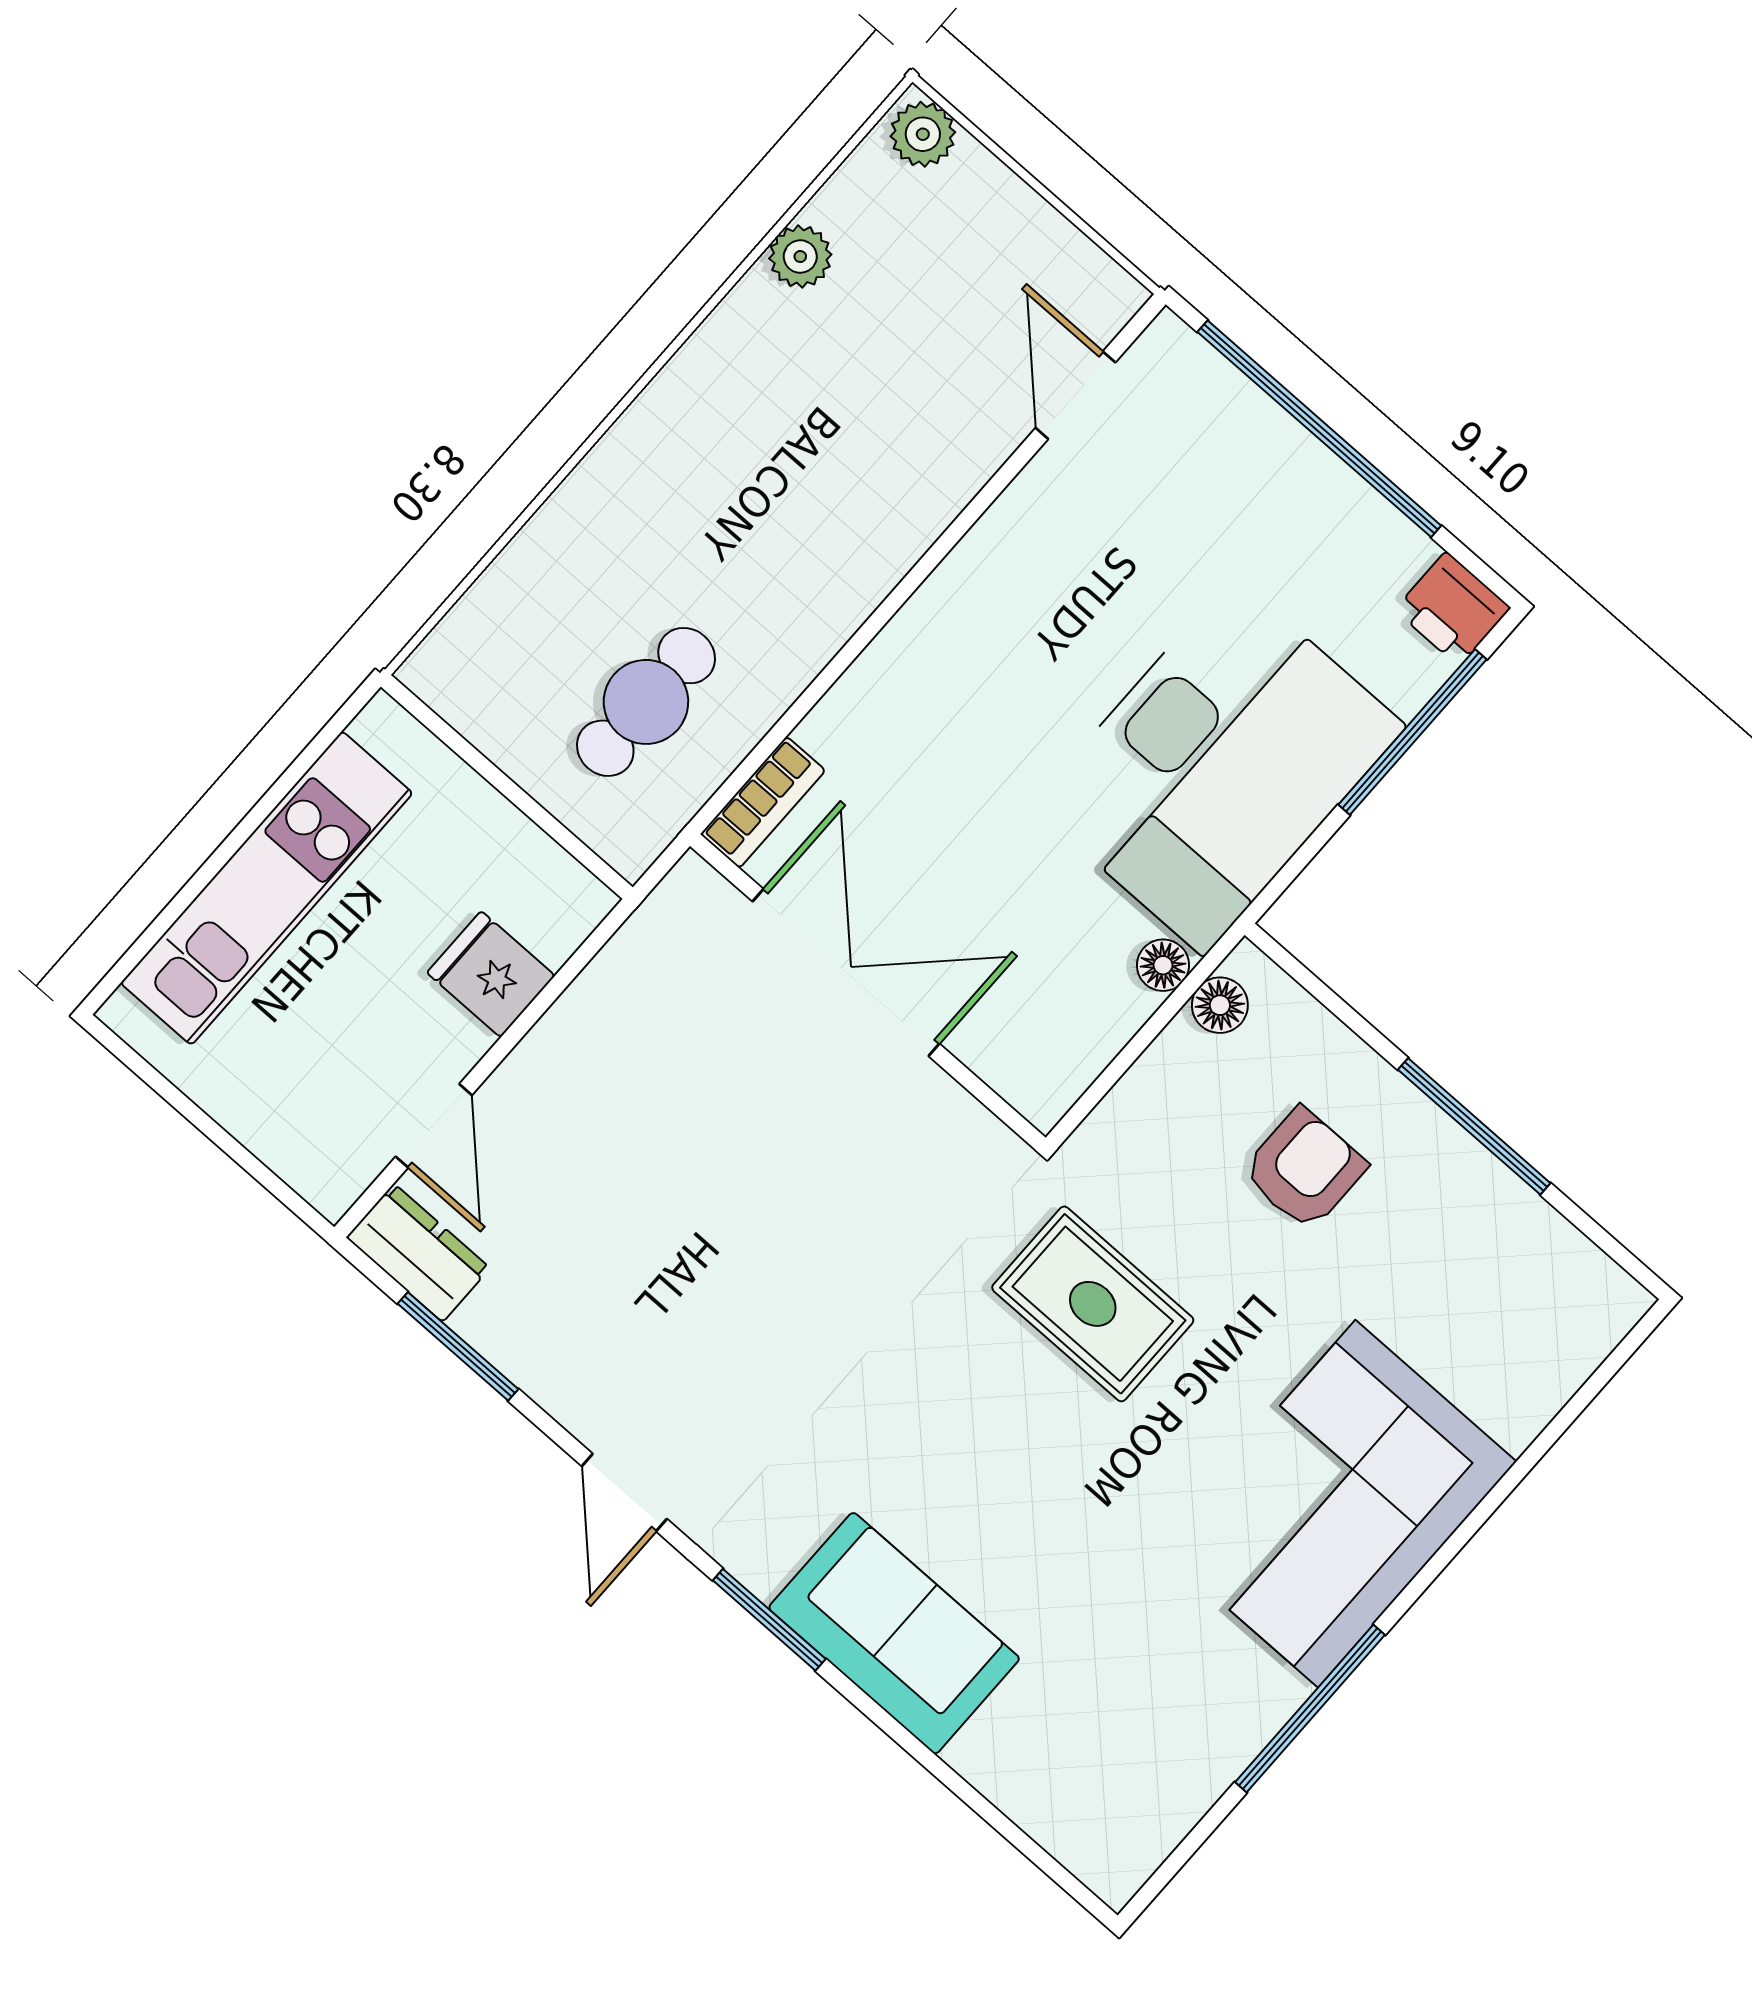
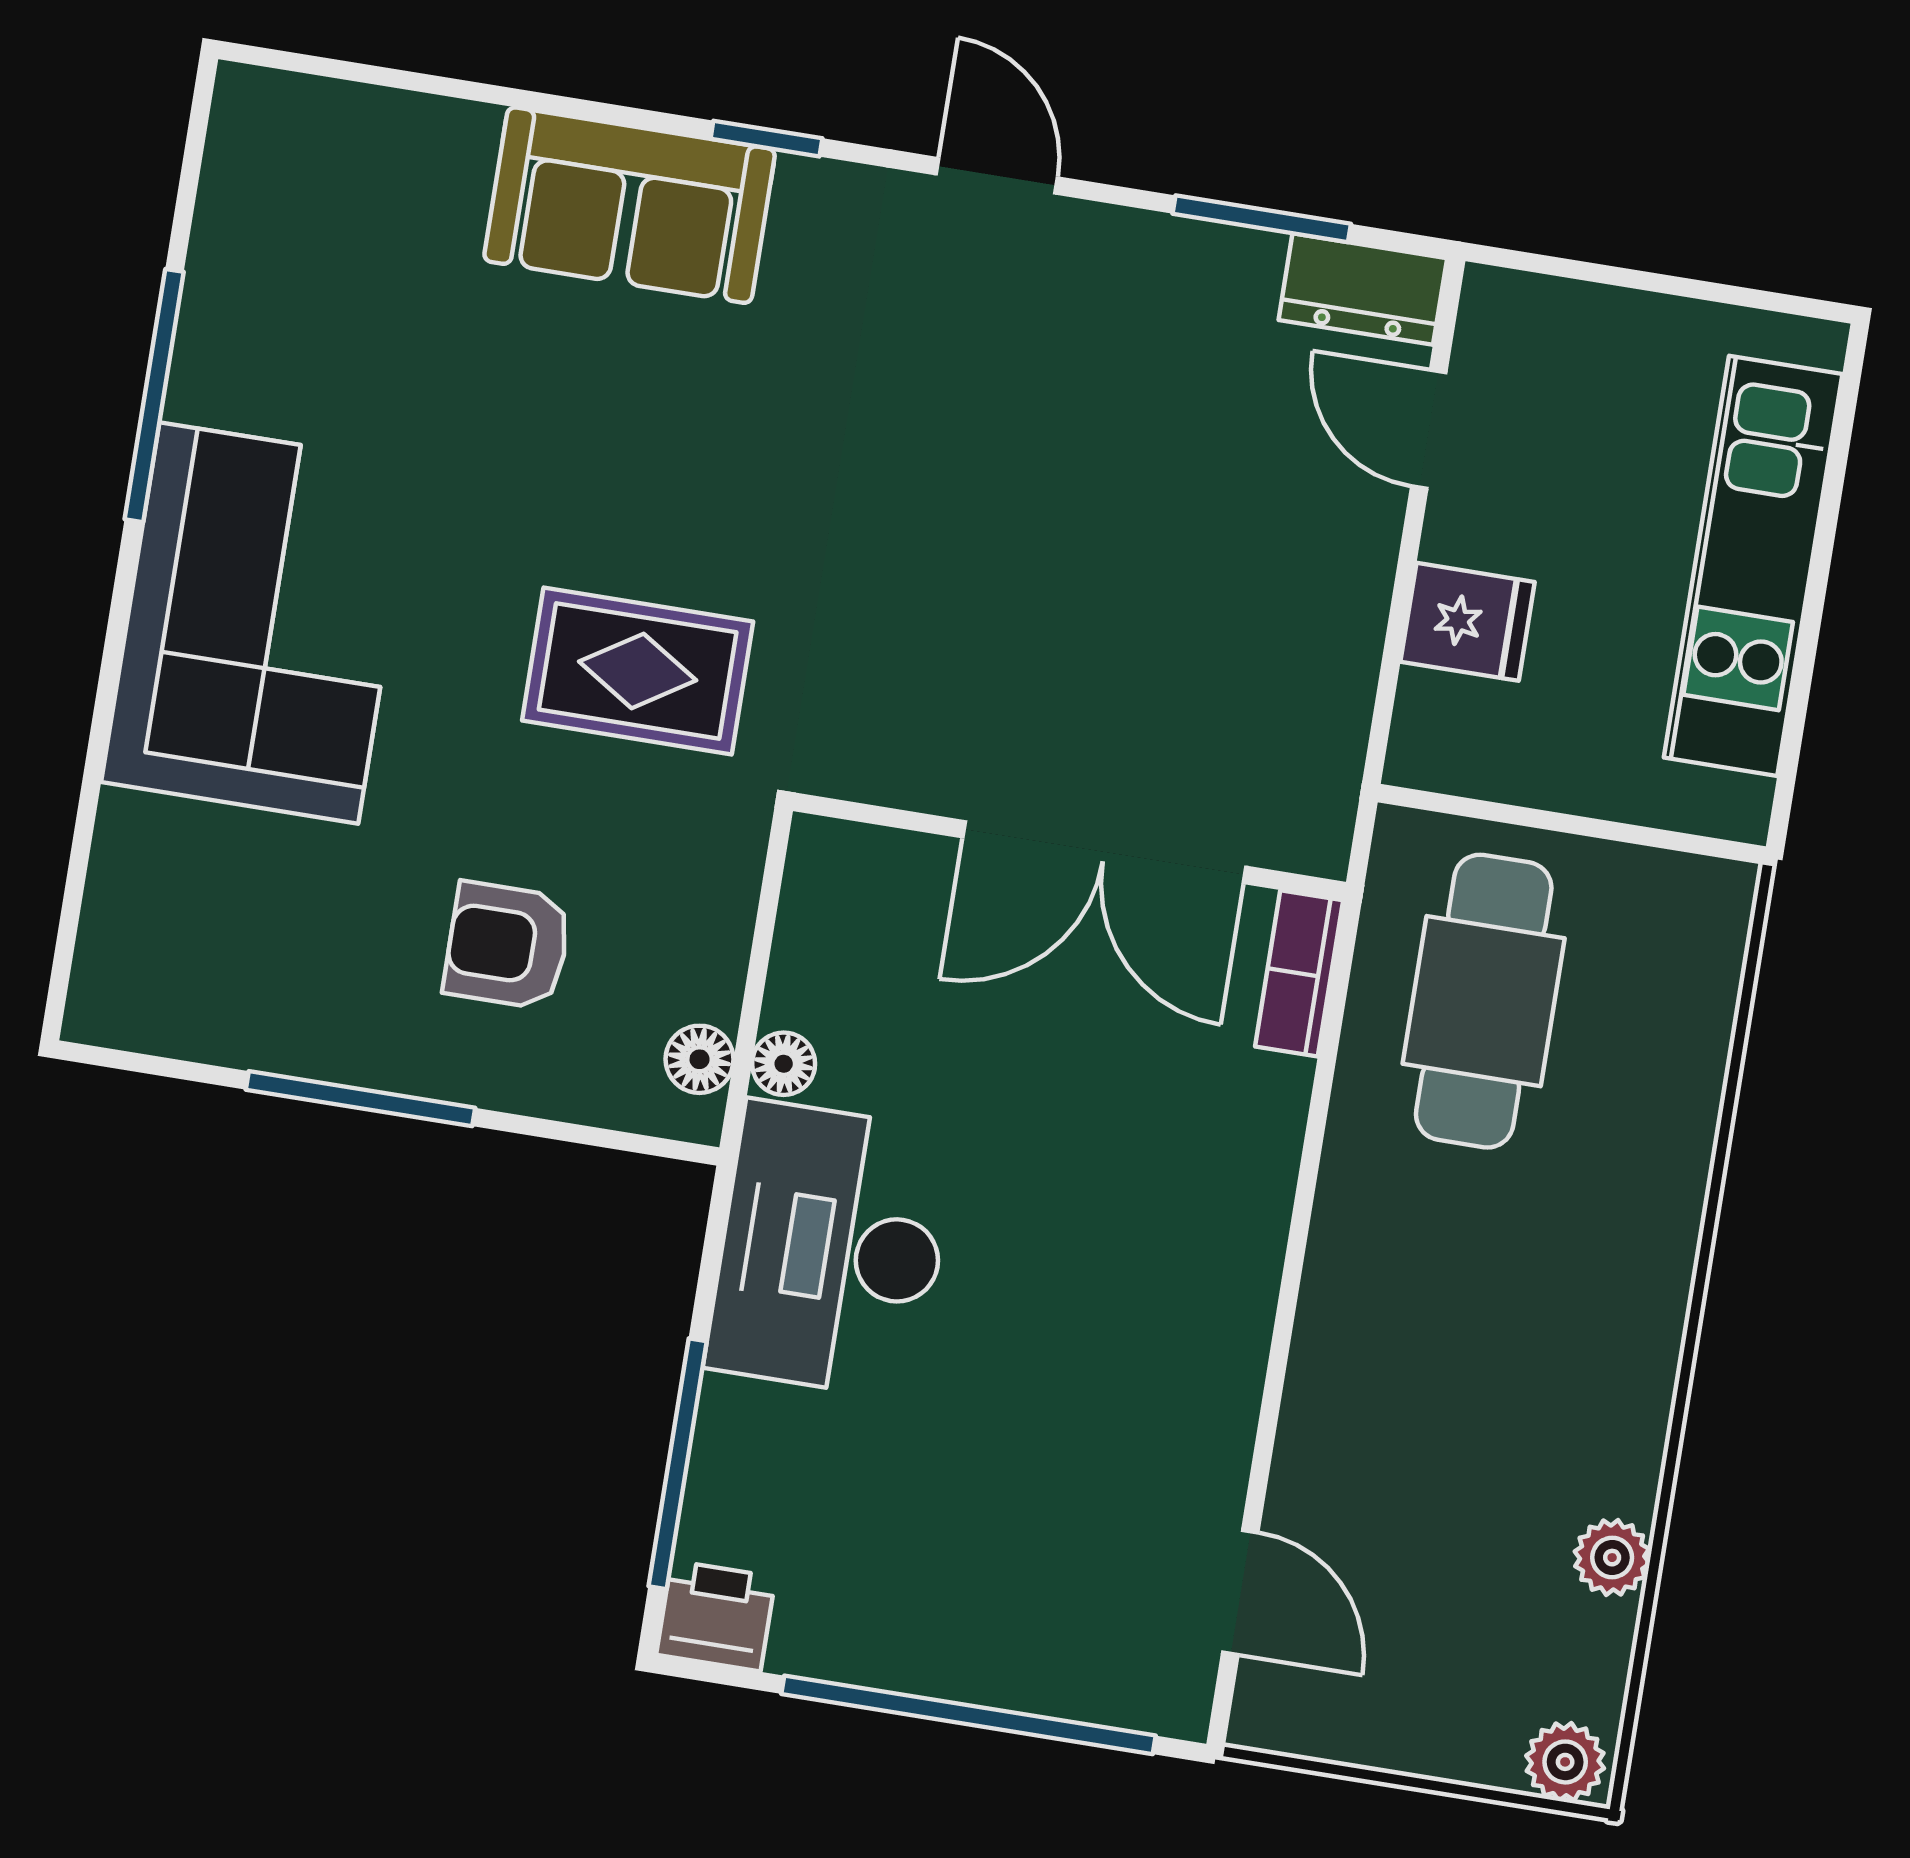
cafe table: (646, 702) -> (1484, 1001), width x1.37, depth x1.35
desk: (1219, 766) -> (831, 1250), width x0.73, depth x0.77
armchair: (1304, 1169) -> (507, 946), turned 90
window: (769, 1620) -> (766, 139), width x0.67

